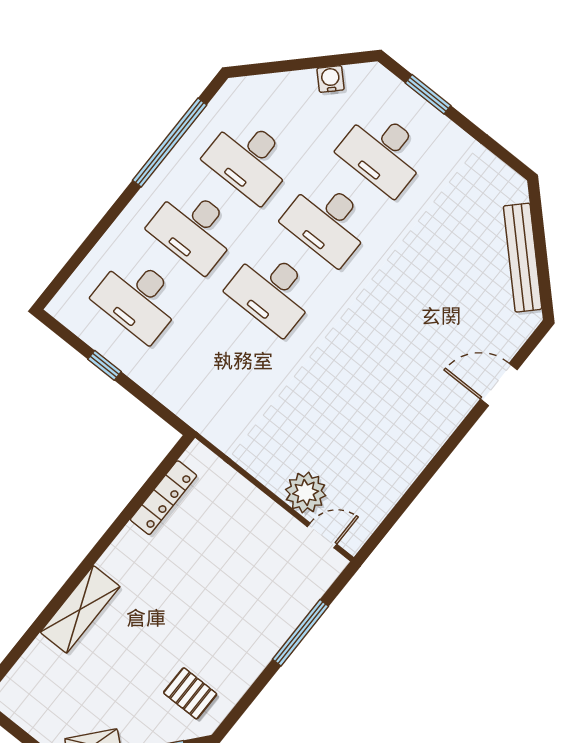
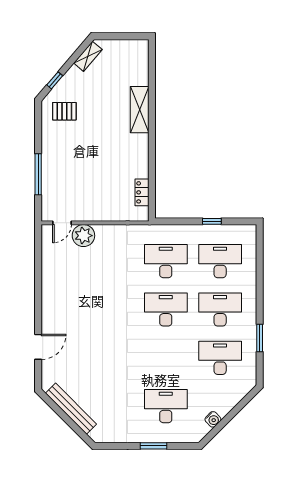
window: (428, 94) -> (154, 446), moved
window: (170, 143) -> (260, 338), width x0.47
desk: (328, 222) -> (166, 261), moved
locker: (163, 498) -> (142, 192), width x0.66

